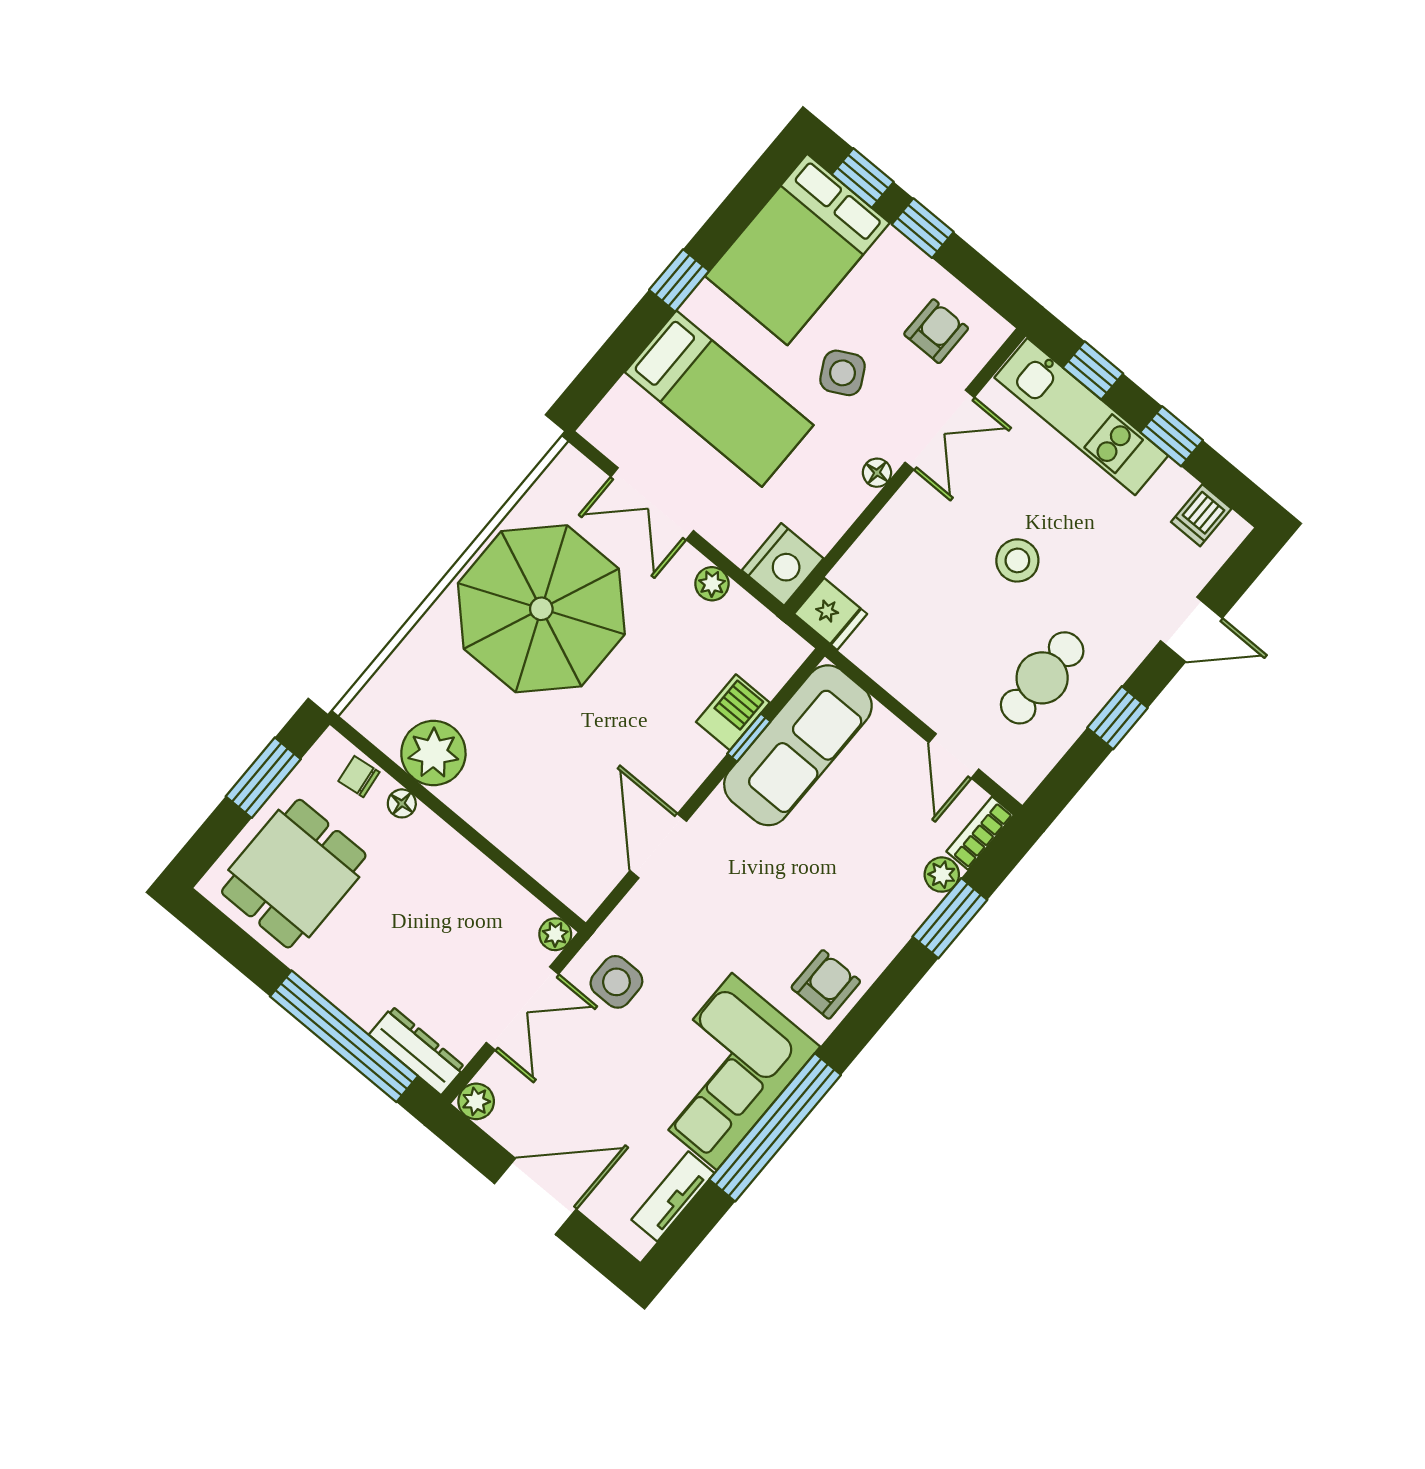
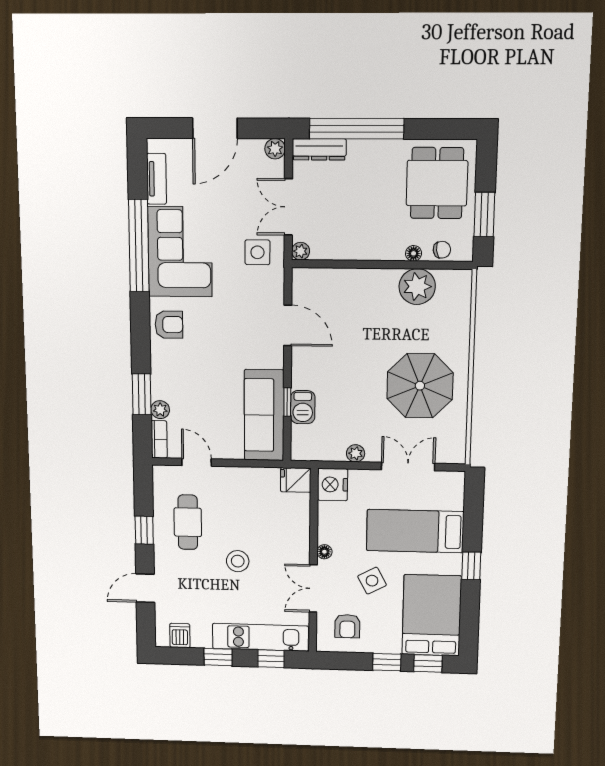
parasol: (541, 609) -> (420, 386), width x0.73, depth x0.73
armchair: (826, 984) -> (169, 324), turned -90

